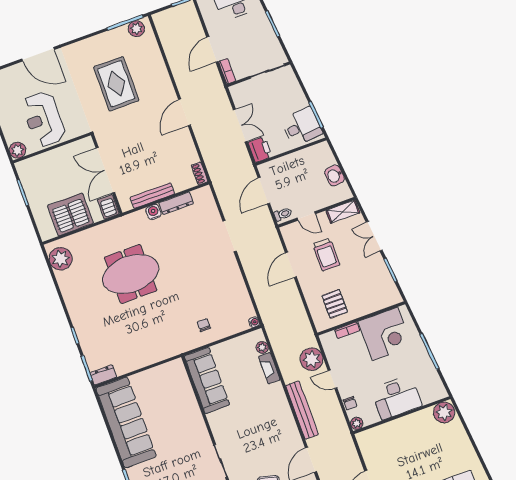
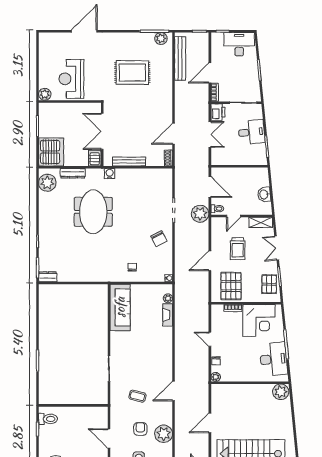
door: (38, 54) -> (84, 31), swing flipped
rug: (116, 84) -> (132, 72), turned 90
door: (184, 112) -> (174, 134), moved
desk: (302, 127) -> (251, 132), moved
printer: (260, 149) -> (218, 112), moved
door: (264, 191) -> (210, 187), swing flipped
dresser: (176, 203) -> (73, 173), moved
water cooler: (153, 212) -> (110, 174), moved
server rack: (70, 214) -> (51, 152), moved, turned 90
door: (306, 216) -> (234, 216), hinge flipped
door: (291, 265) -> (210, 261), moved
meeting table: (131, 274) -> (93, 212), turned 90
chair: (224, 278) -> (159, 239), added
pallet: (381, 284) -> (269, 284), added
pallet: (335, 304) -> (231, 286), width x1.50, depth x1.42
plant: (312, 359) -> (200, 214), moved
desk: (396, 397) -> (273, 359), moved, turned -96
bench: (302, 410) -> (180, 59), moved
sofa: (126, 422) -> (52, 316), removed

